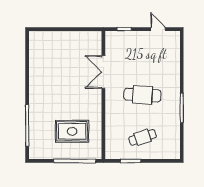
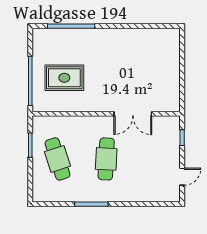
double door: (103, 72) -> (133, 114), swing flipped
rug: (72, 131) -> (64, 78), turned 90
cafe table: (143, 137) -> (57, 159), width x1.37, depth x1.35

